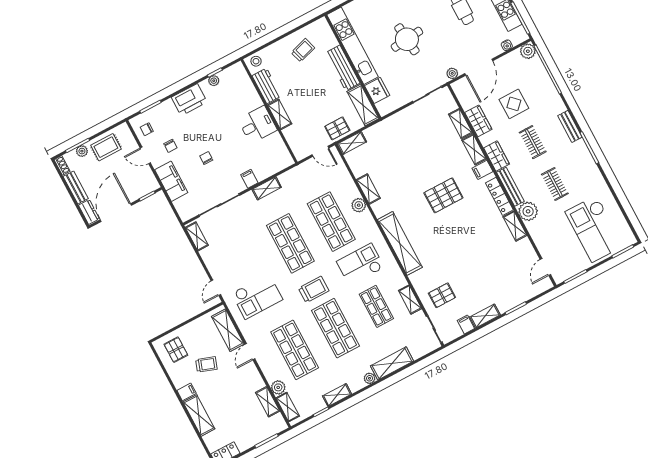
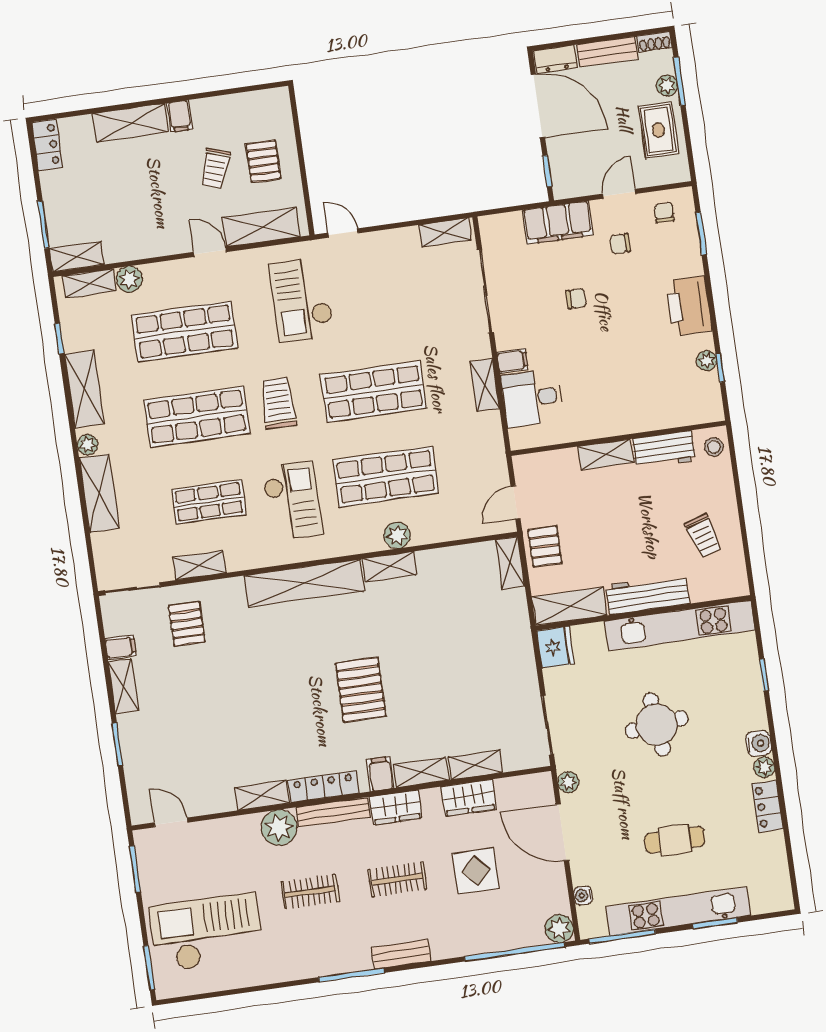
fridge: (377, 90) -> (555, 647), moved, turned -90
desk: (257, 125) -> (532, 398), moved, turned 90
shelving: (368, 189) -> (390, 567), moved
trolley: (314, 290) -> (278, 403), turned 180
pallet: (176, 350) -> (263, 161), moved, turned 90
shelving: (337, 395) -> (84, 389), width x1.50, depth x1.33
shelving: (268, 402) -> (77, 257), moved

